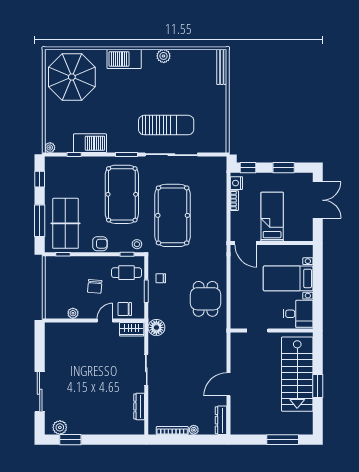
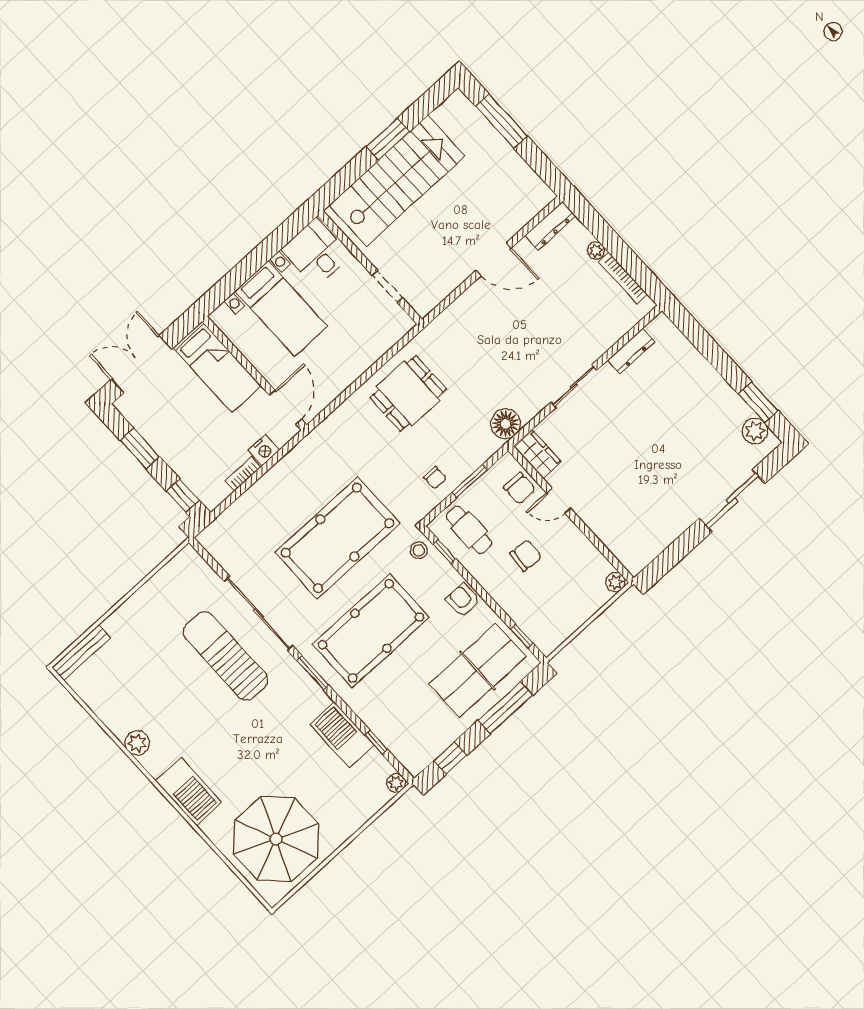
nightstand: (236, 183) -> (264, 450), moved
bed: (272, 217) -> (217, 367), moved, turned -90
plant: (73, 313) -> (615, 582), moved

